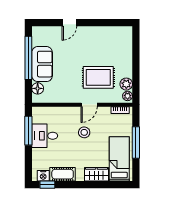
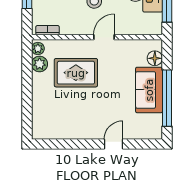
door: (89, 105) -> (104, 37), moved

